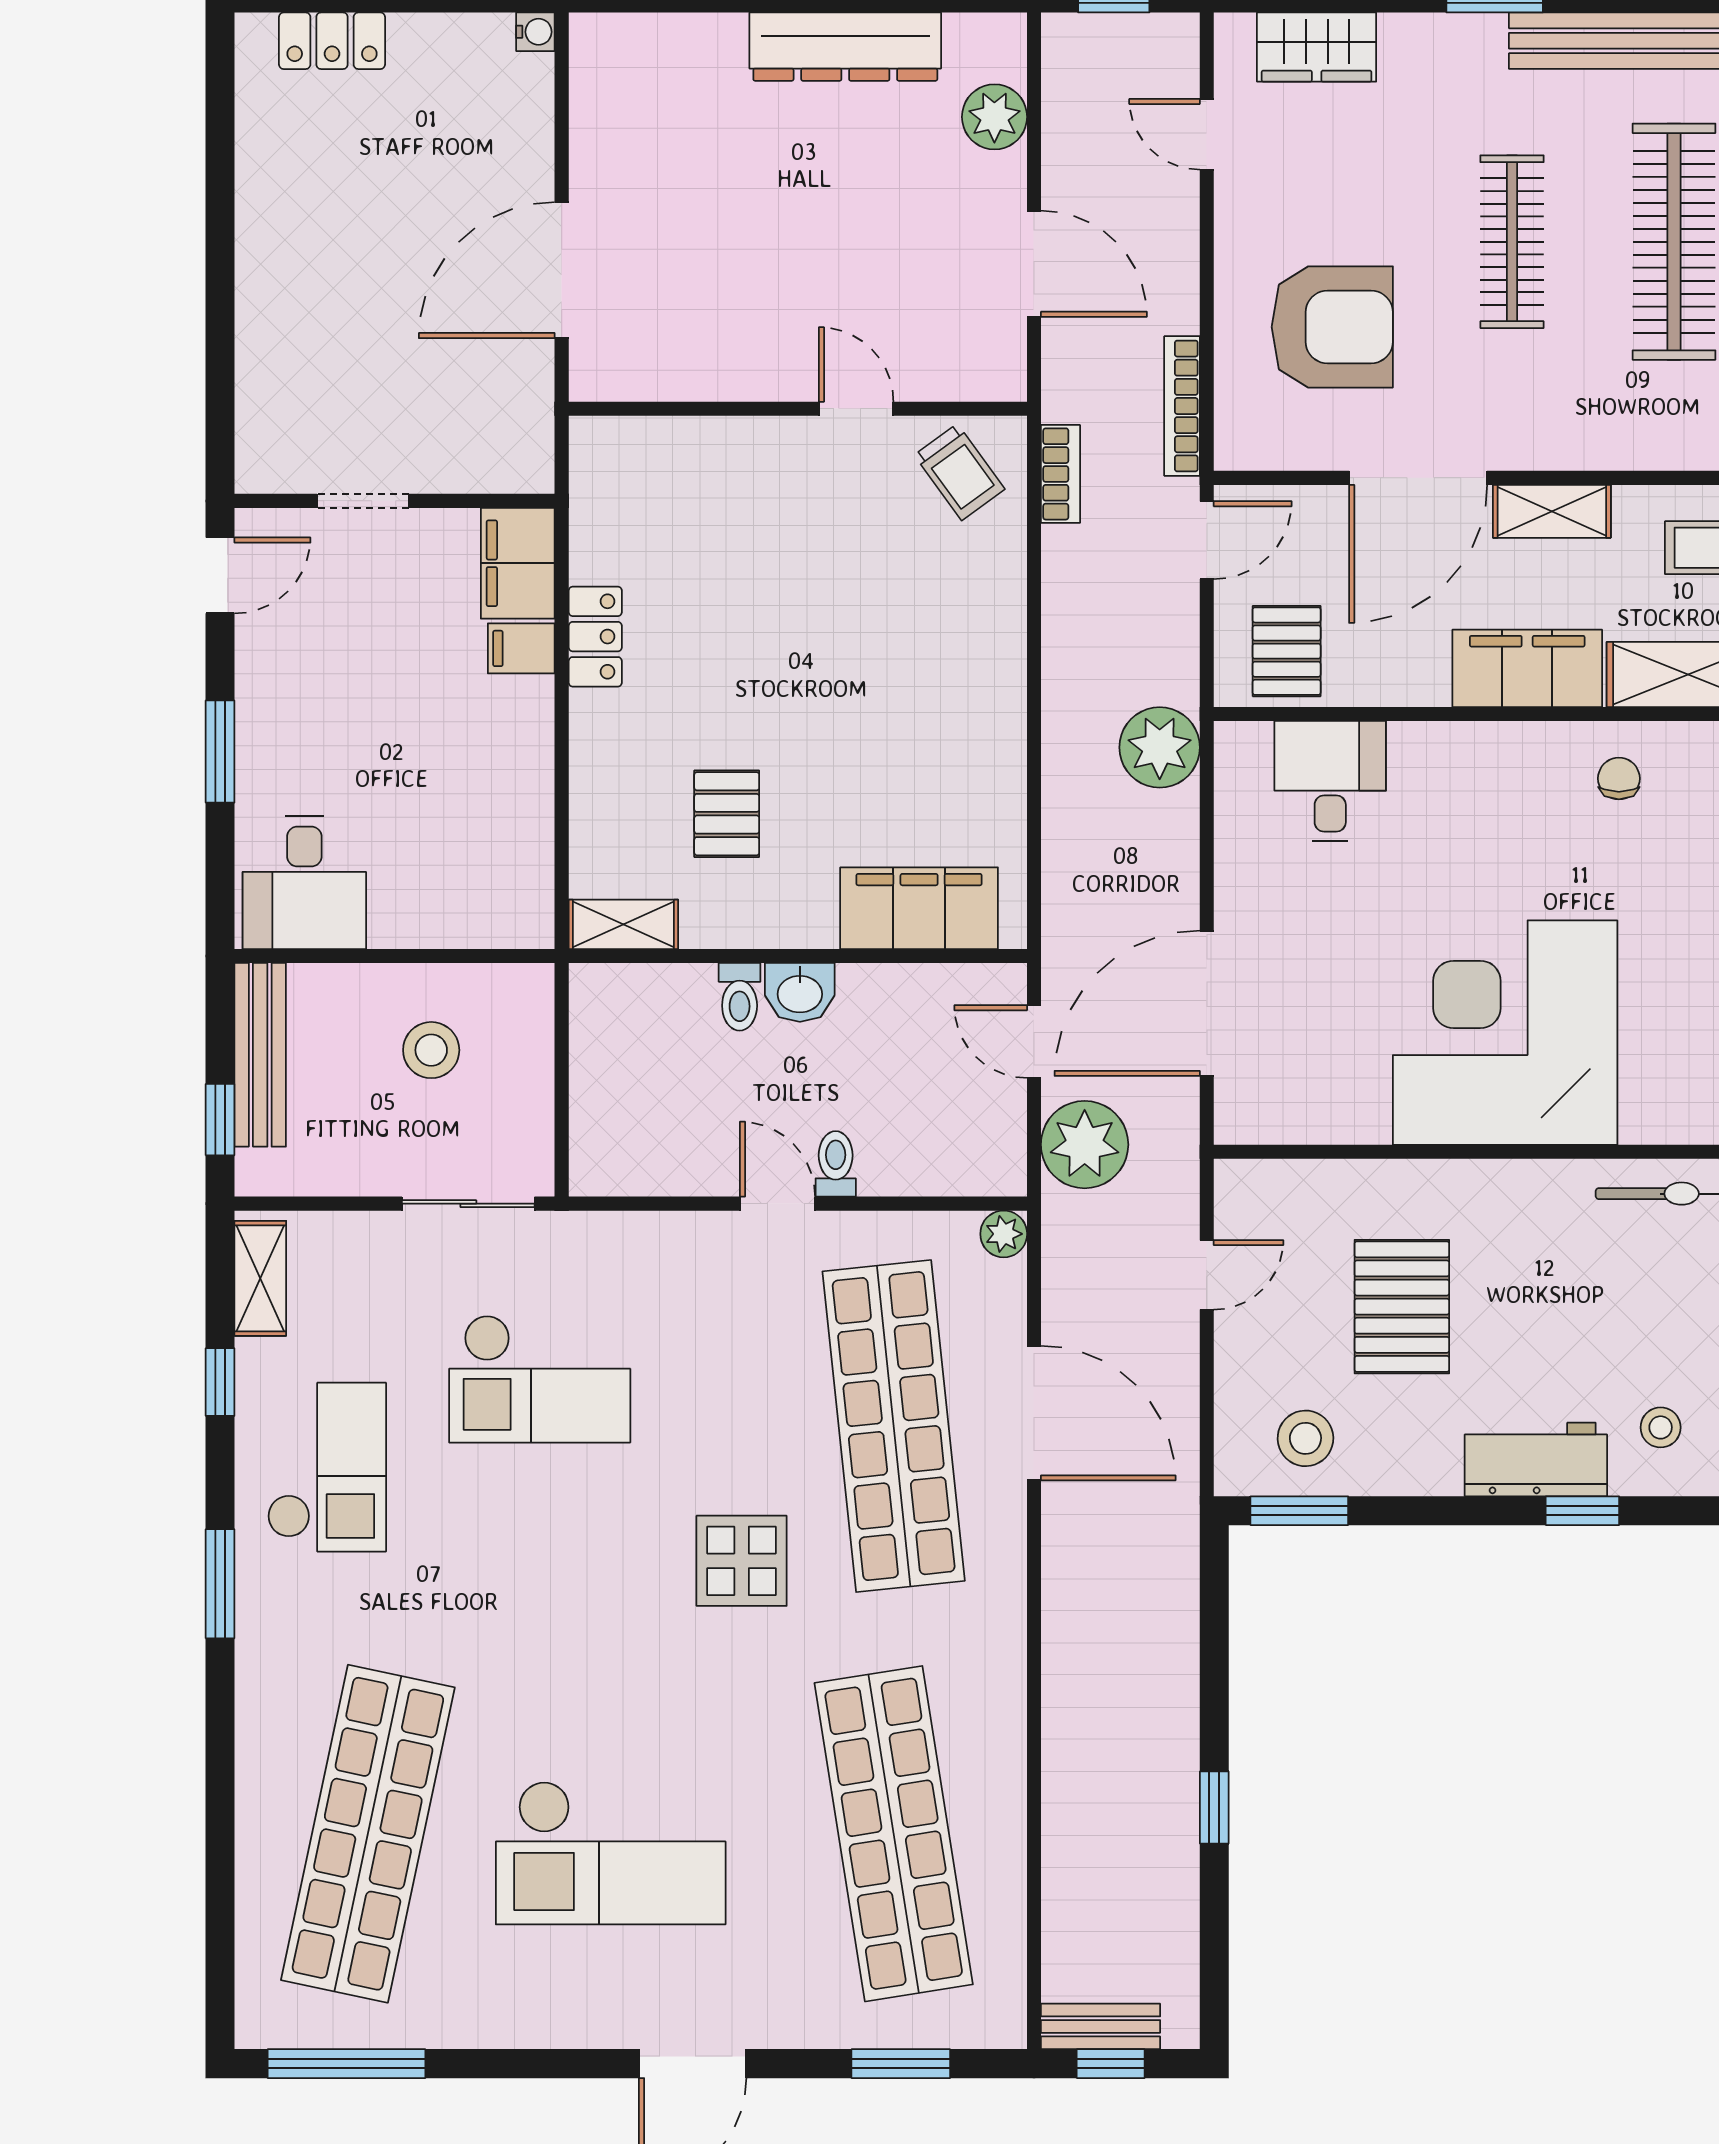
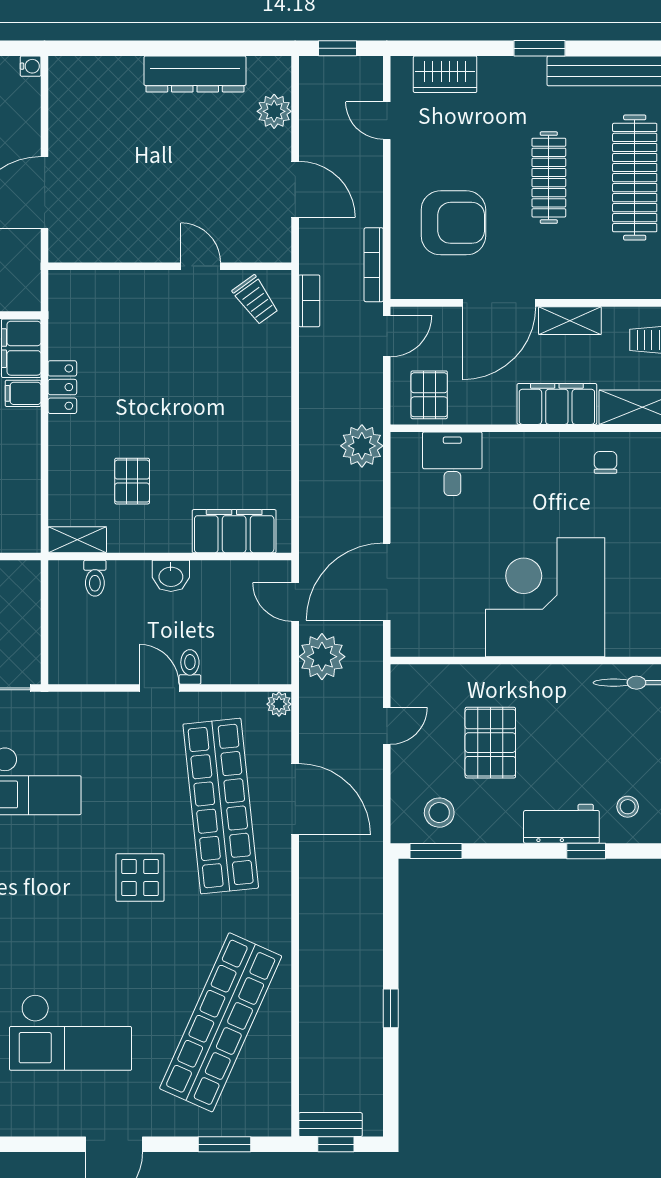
toilet: (740, 997) -> (95, 578), moved
shop shelf: (894, 1834) -> (221, 1022), turned 33

